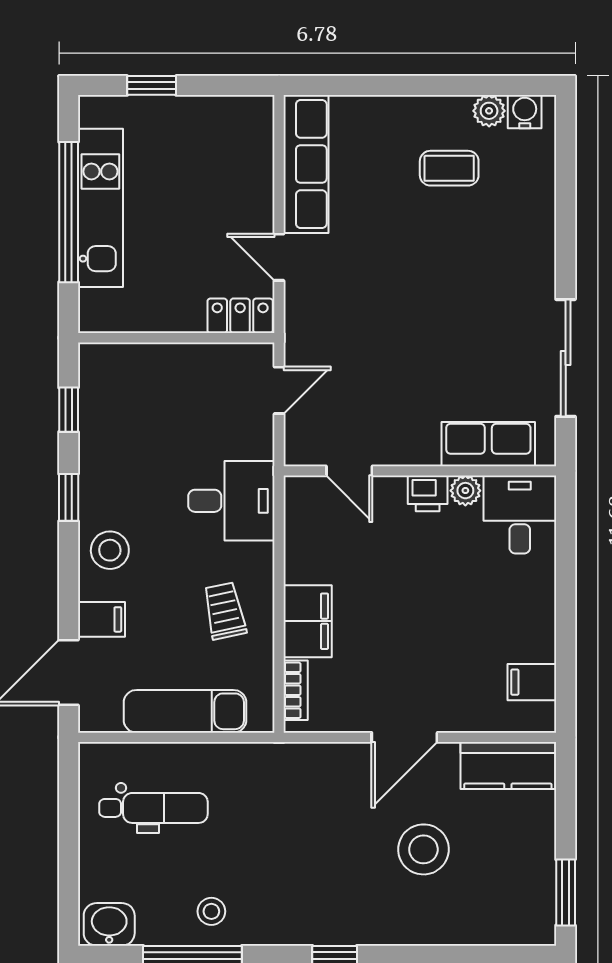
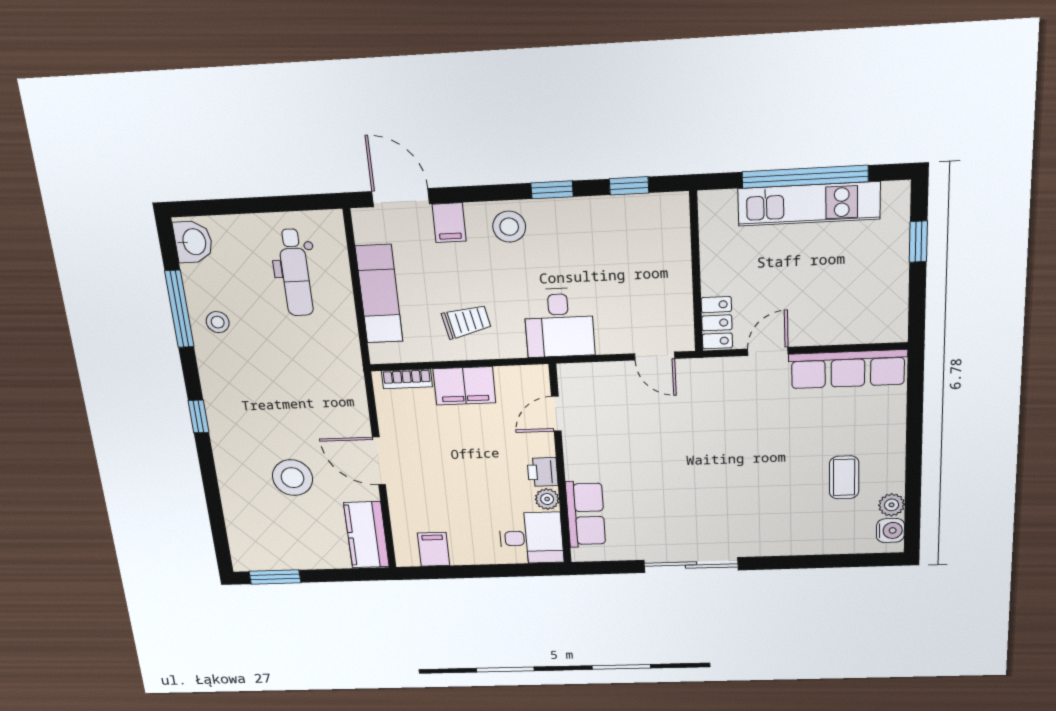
row of seats: (488, 444) -> (586, 514), moved
door: (349, 471) -> (556, 414), moved
wall: (420, 471) -> (560, 466), moved
plant: (465, 491) -> (547, 499), moved
printer: (428, 493) -> (543, 472), moved
desk: (520, 515) -> (531, 538), moved

